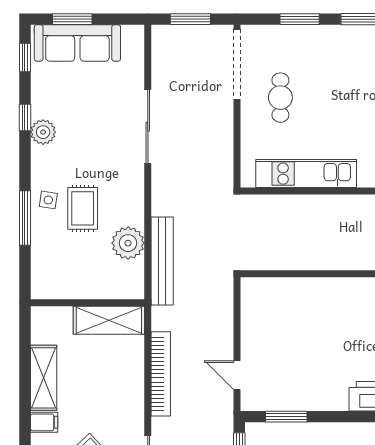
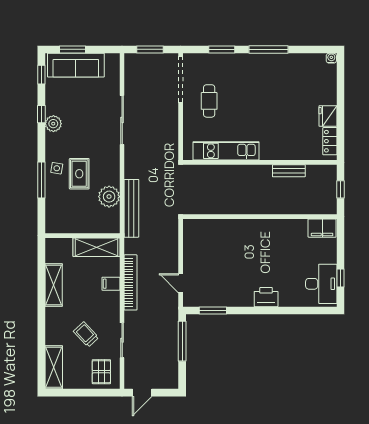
filing cabinet: (44, 422) -> (111, 284), moved, turned 180

